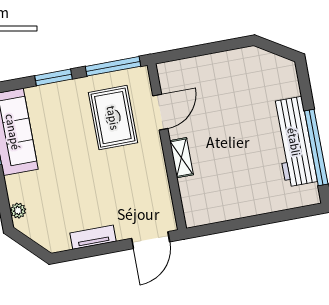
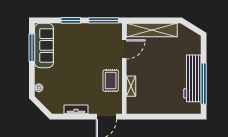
shelving: (204, 68) -> (152, 30), added
rug: (113, 118) -> (111, 81), moved, width x0.73, depth x0.70
shelving: (182, 158) -> (131, 86), moved

